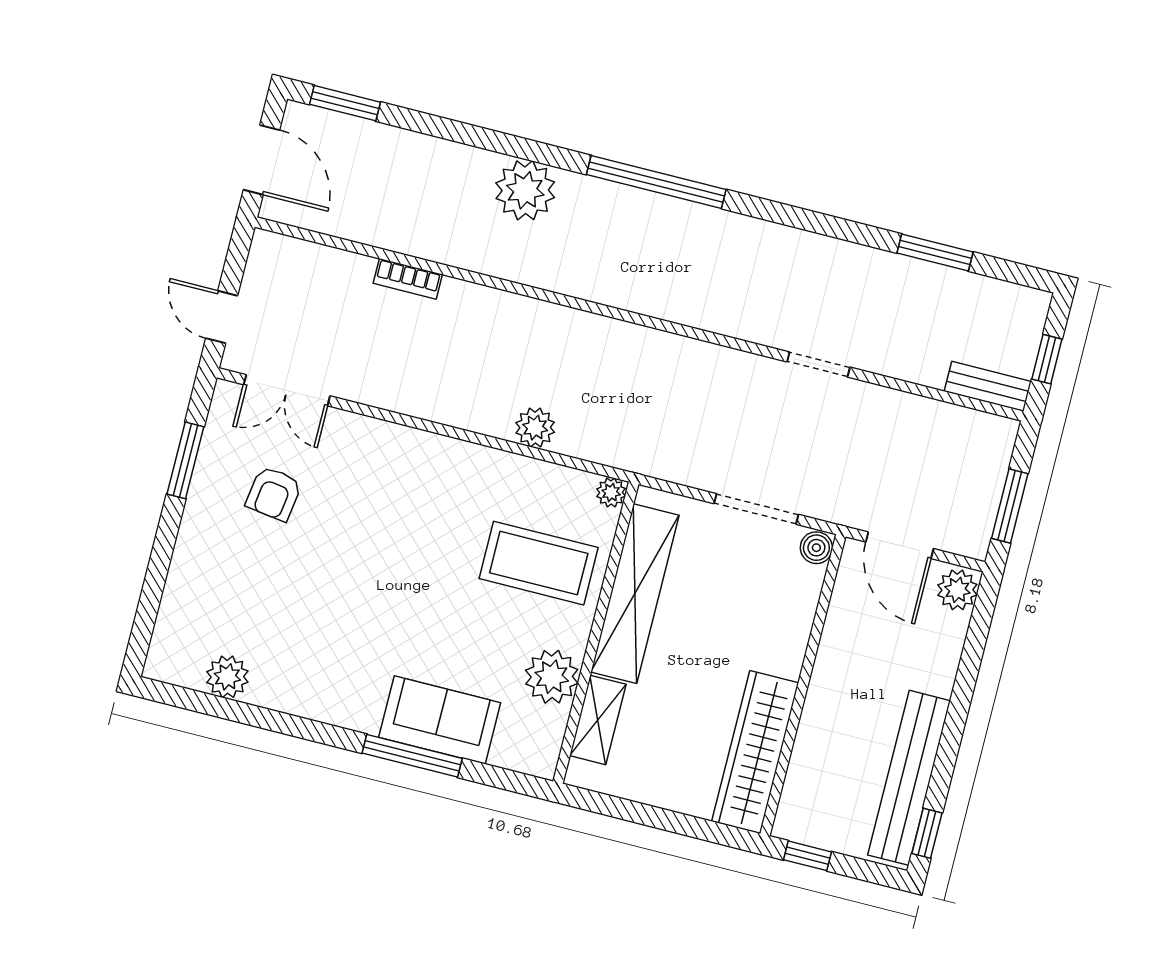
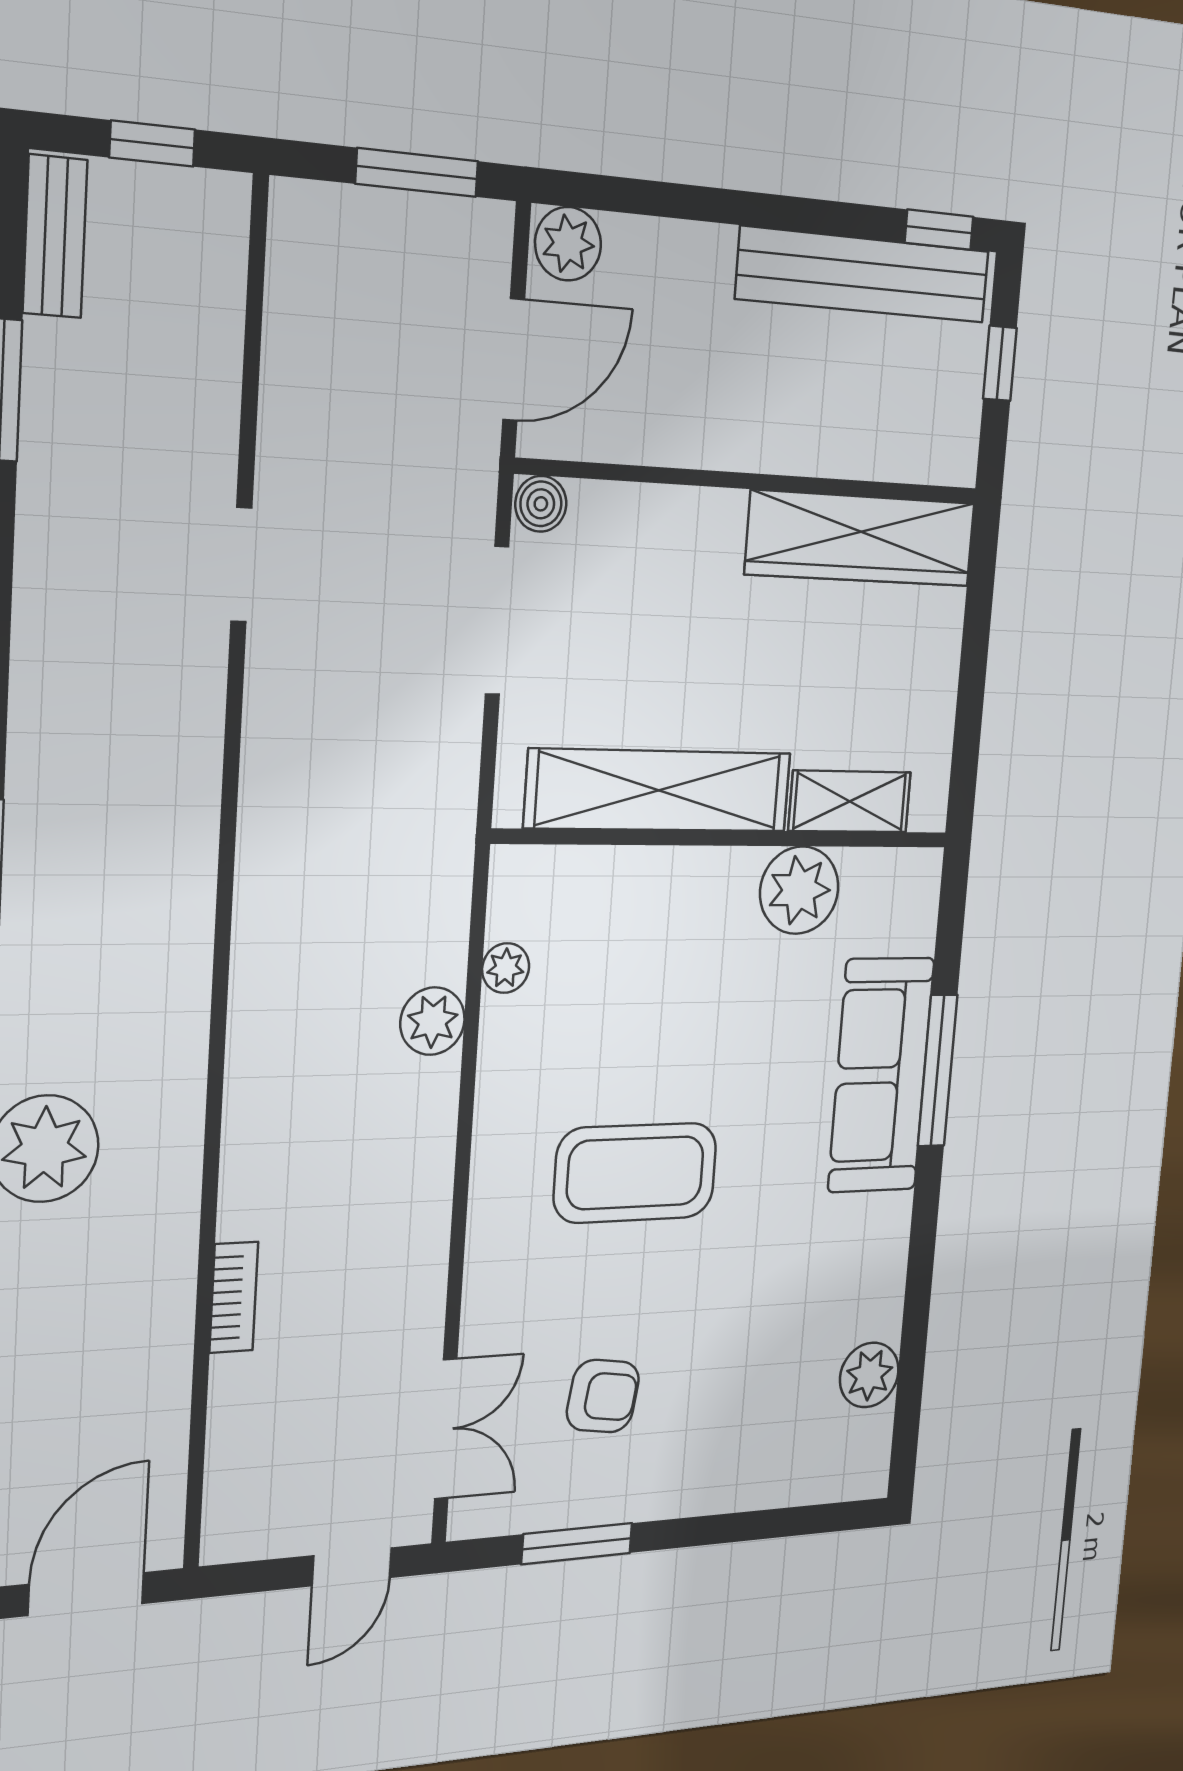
bench: (988, 386) -> (55, 236), moved
plant: (611, 493) -> (506, 968), moved
coffee table: (539, 563) -> (635, 1173), moved, turned 90
sofa: (440, 720) -> (881, 1075), width x1.36
window: (807, 856) -> (1000, 363), moved

